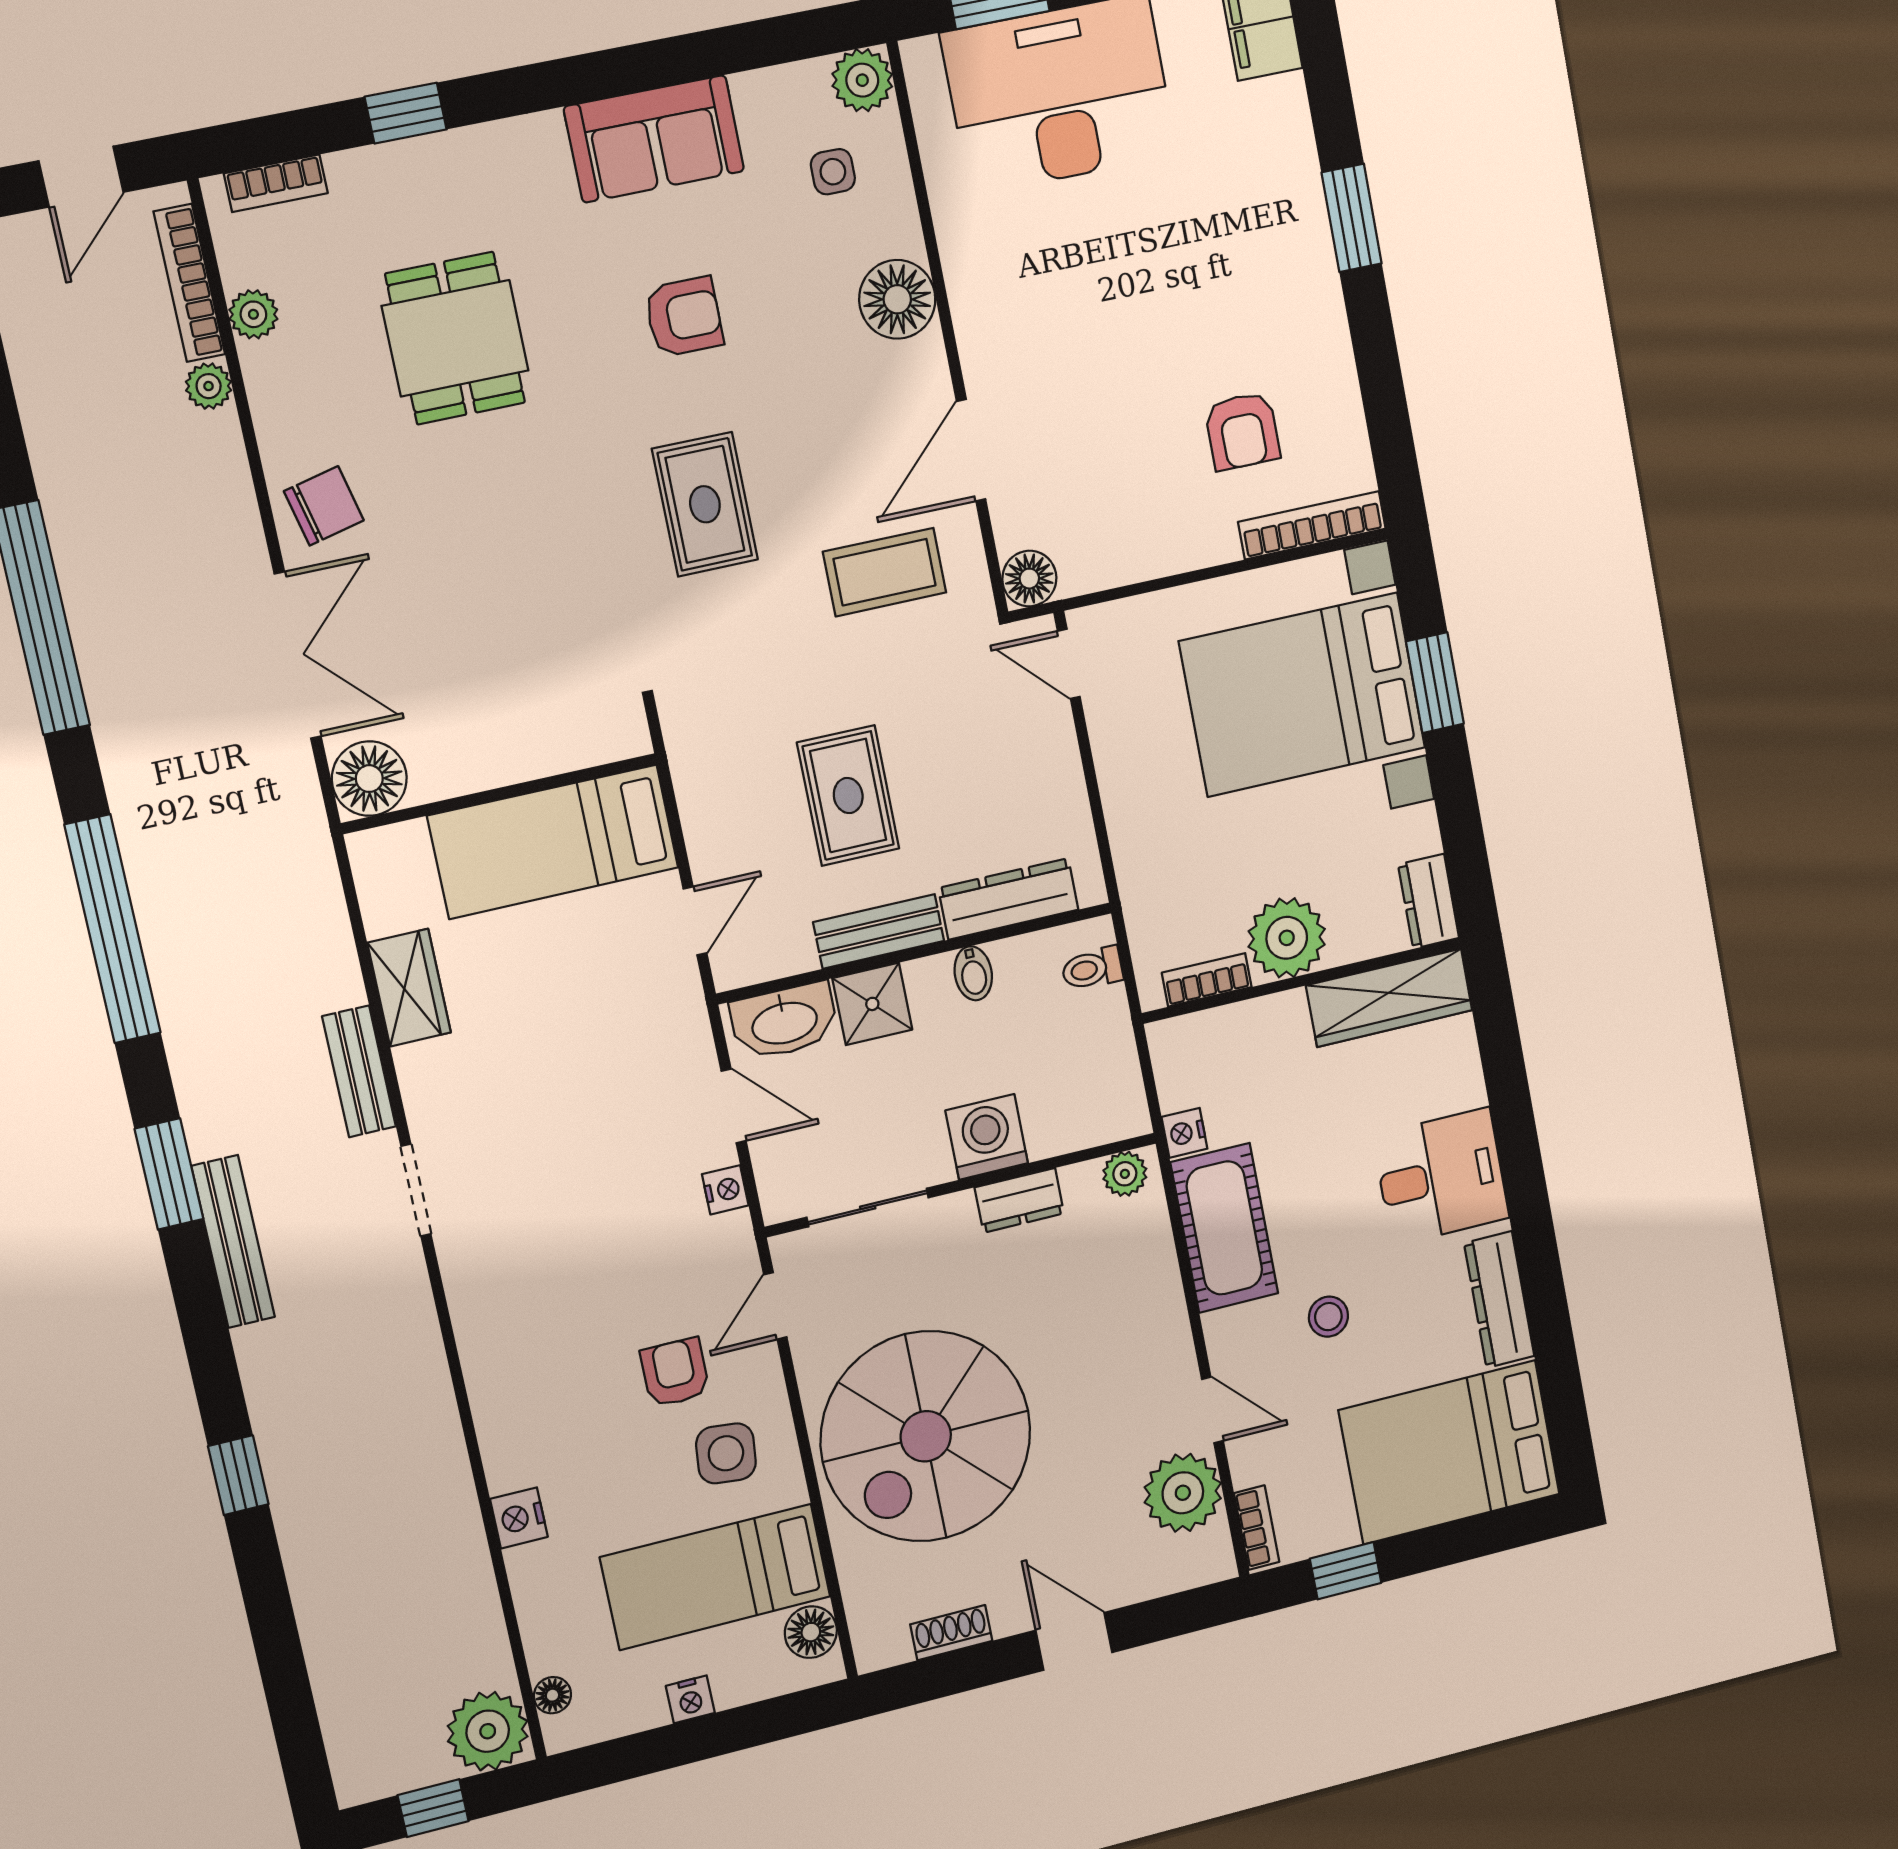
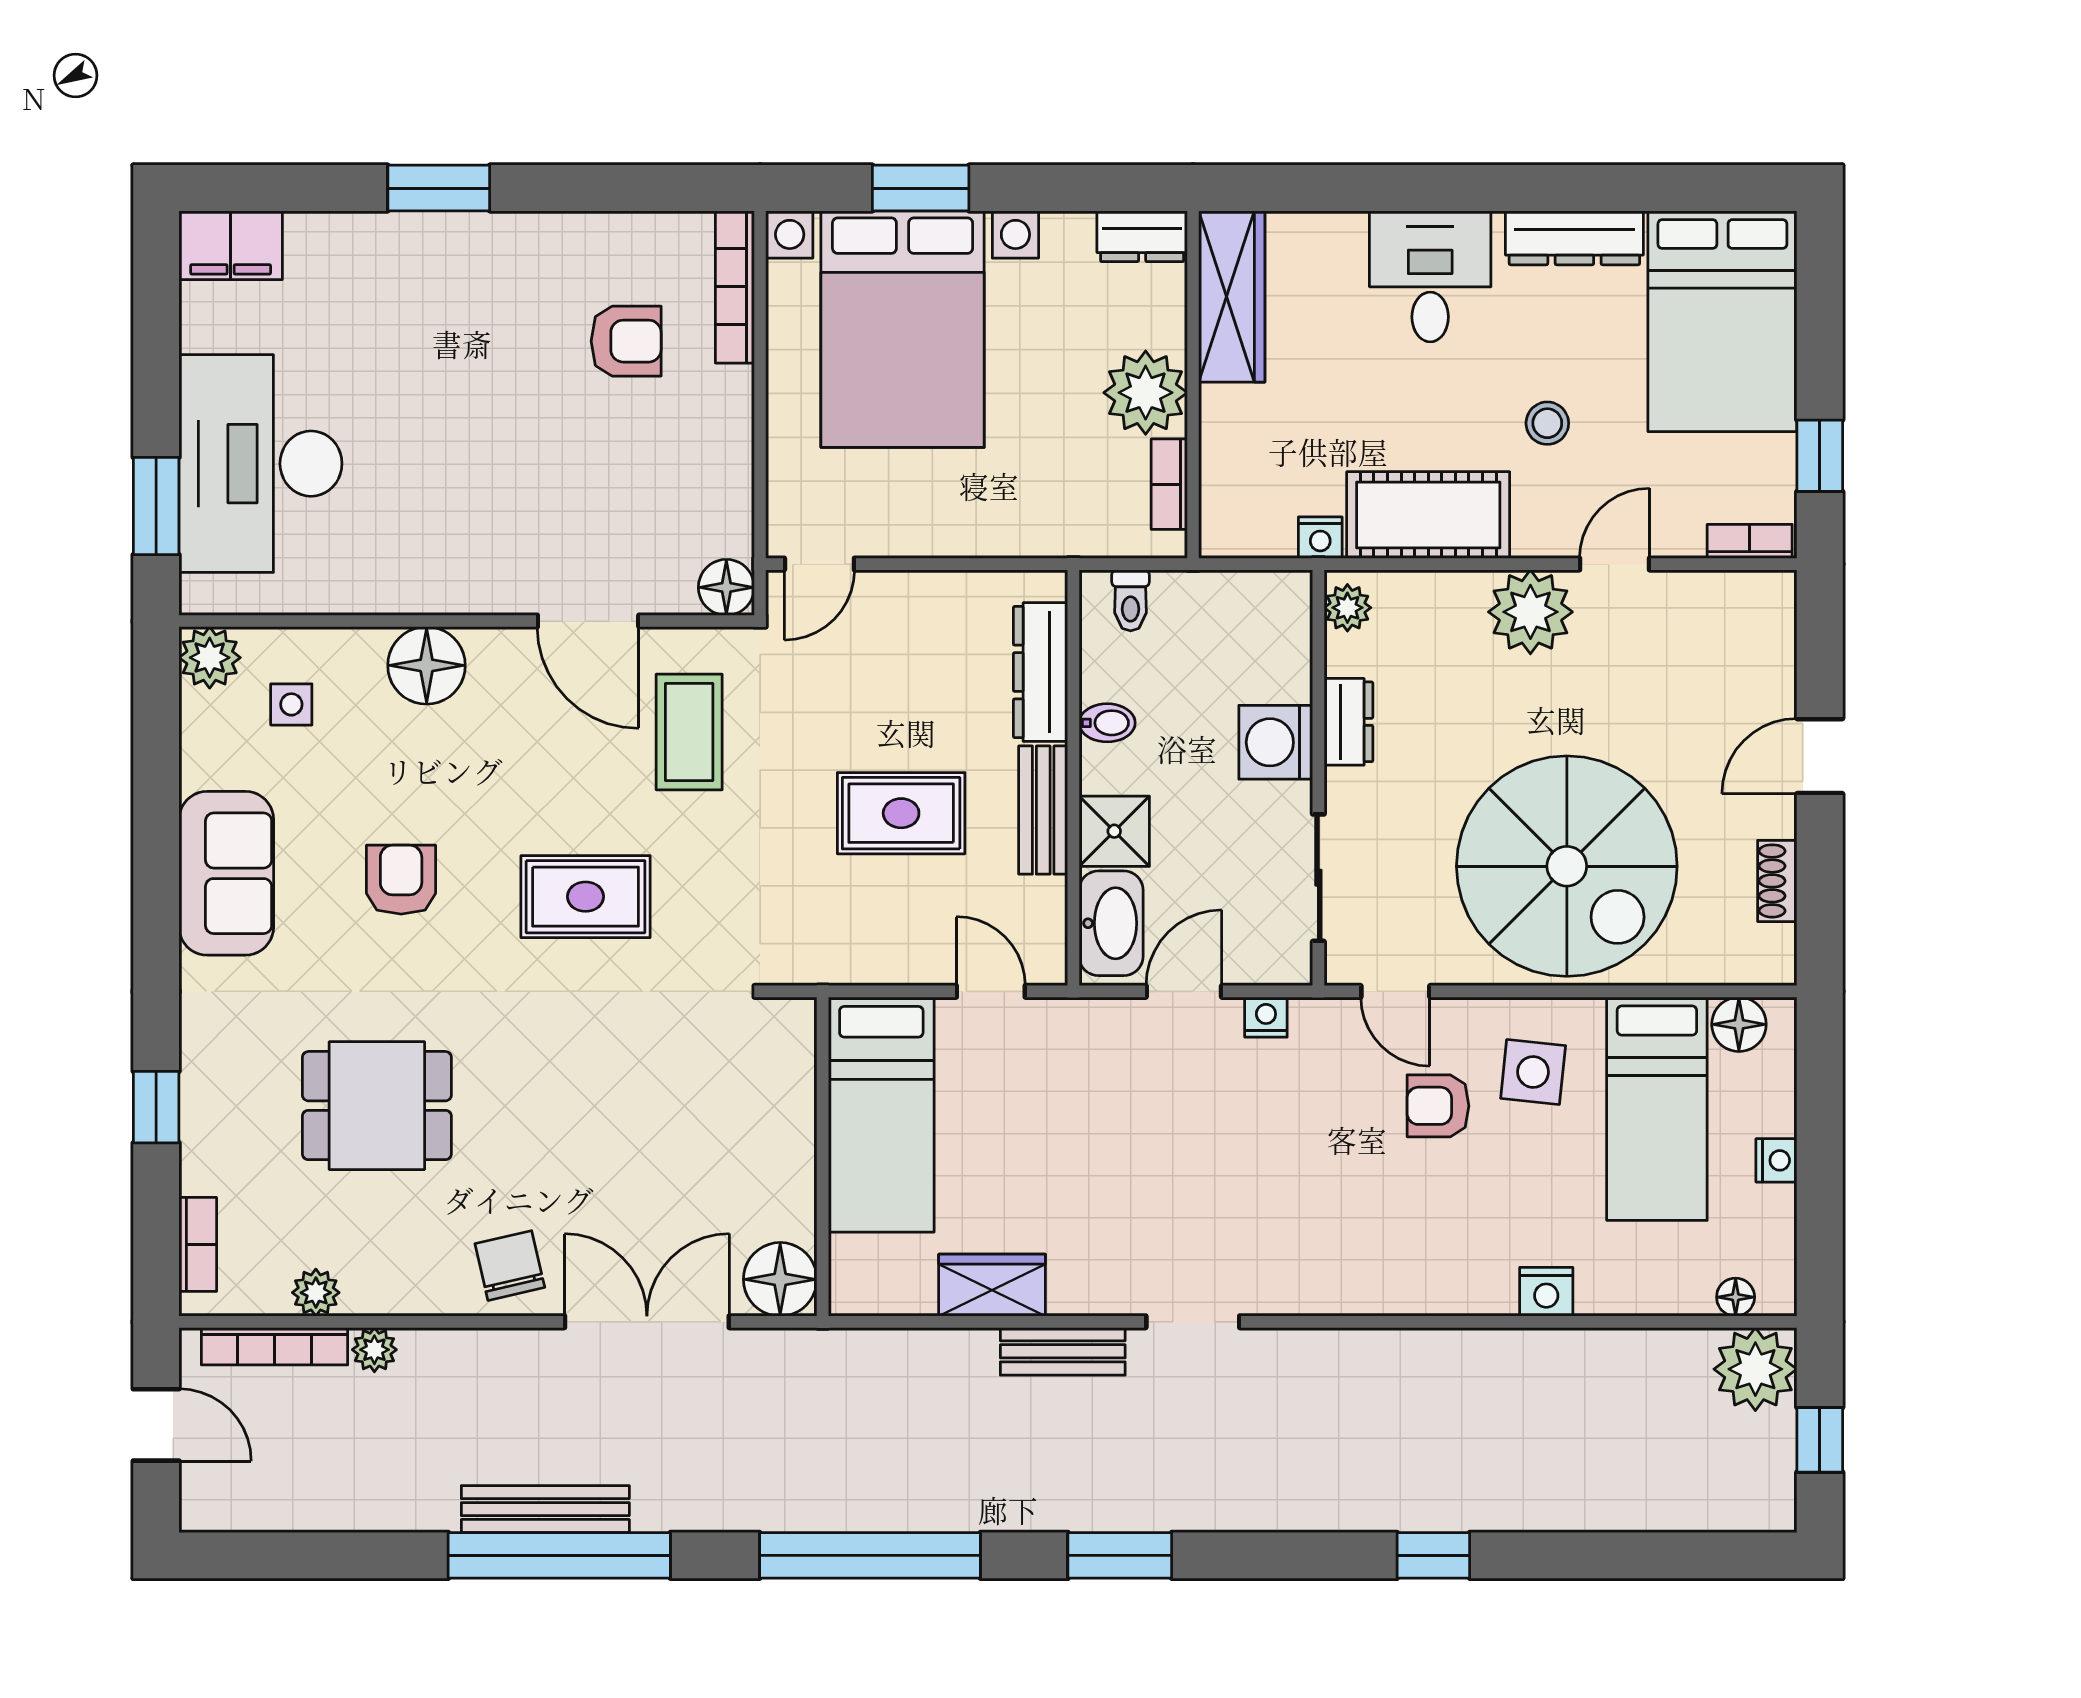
bench: (233, 1242) -> (545, 1509), moved
plant: (1183, 1493) -> (1530, 612), moved

